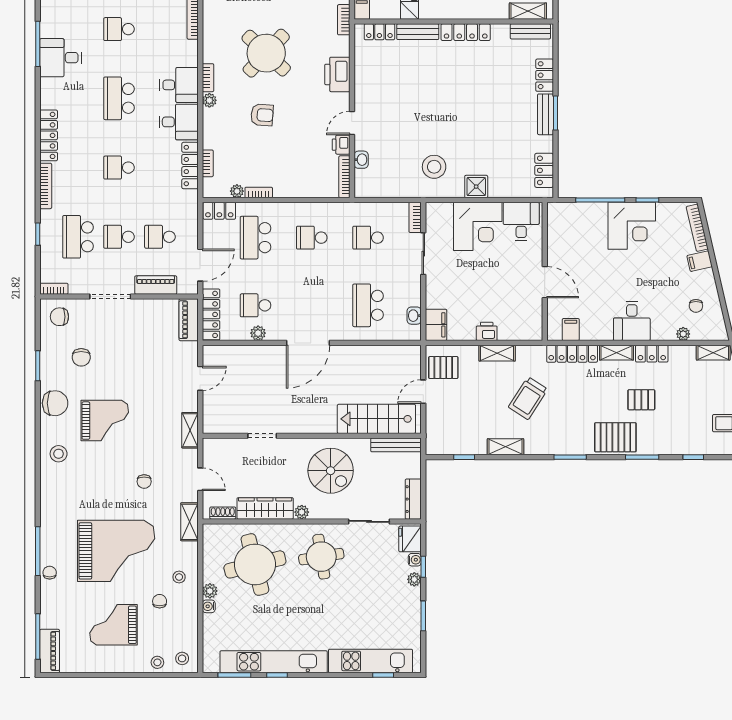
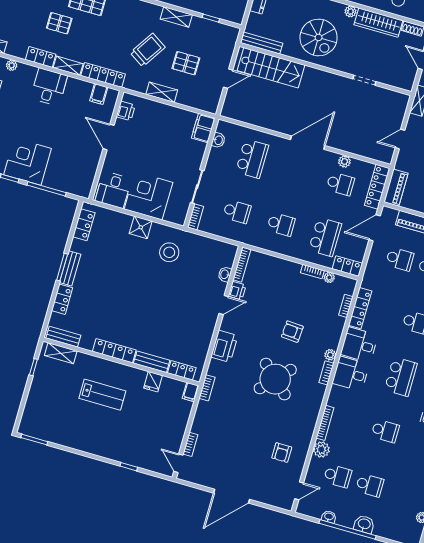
printer: (487, 331) -> (126, 111), moved, turned -90
pallet: (443, 368) -> (186, 63), moved
spiral stairs: (331, 471) -> (319, 37), turned 180

